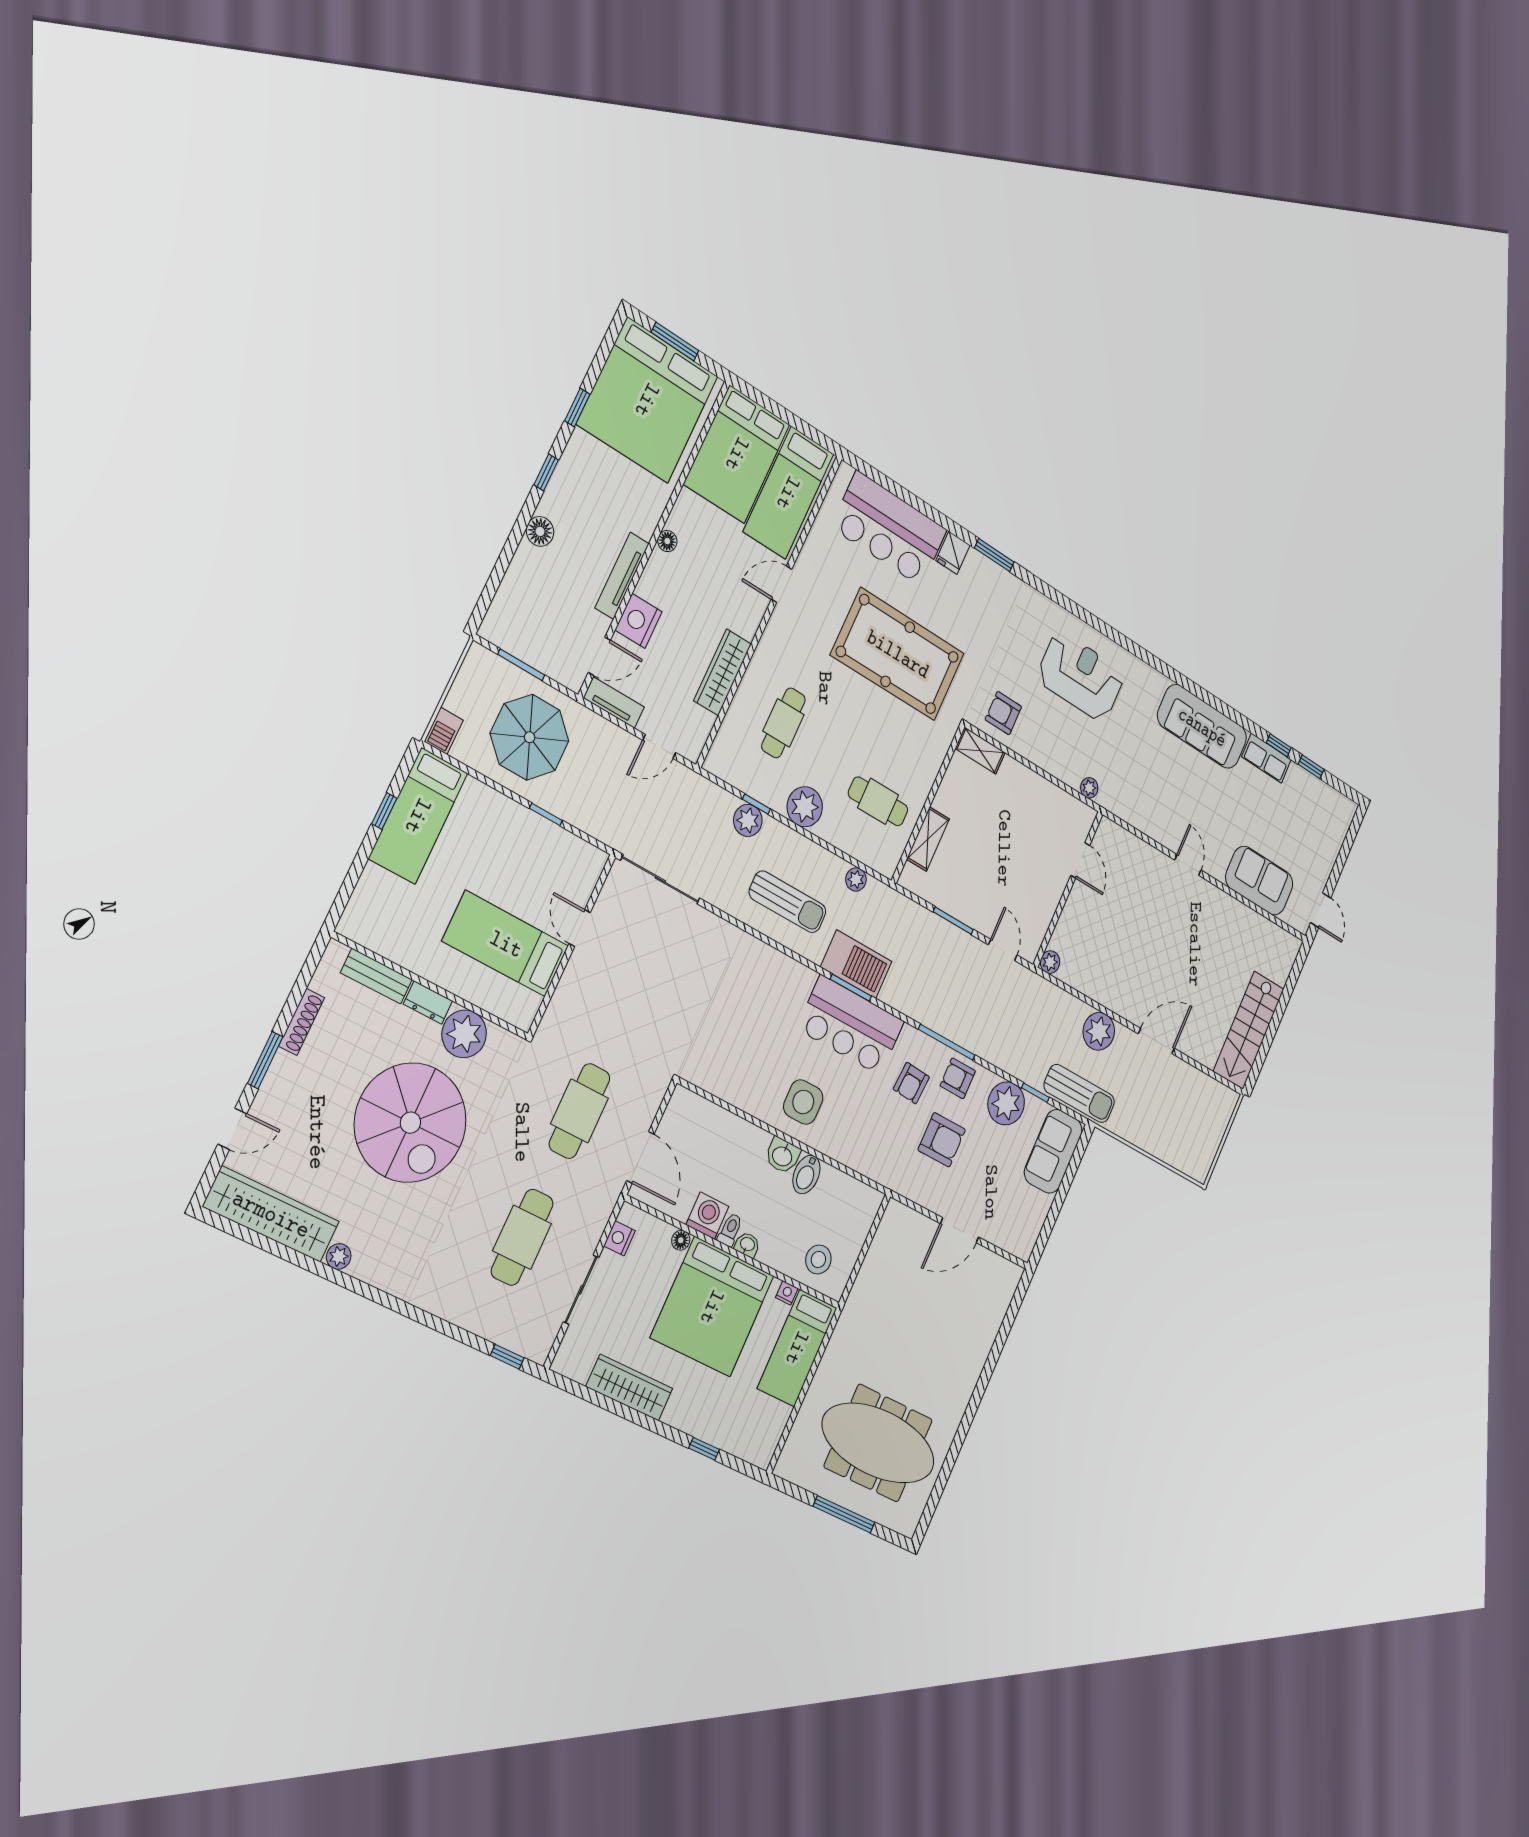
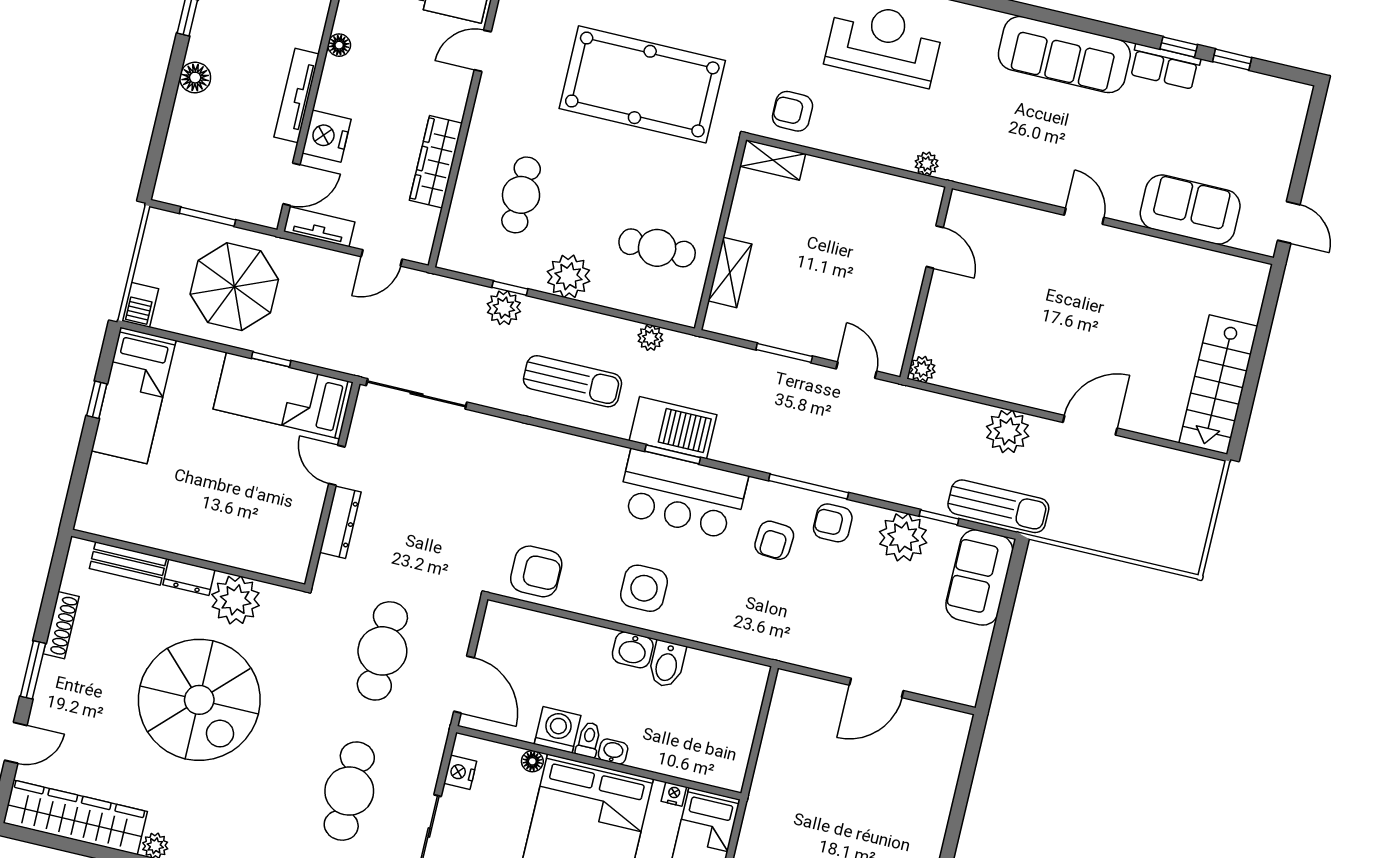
bed: (506, 944) -> (283, 396), moved
dresser: (571, 982) -> (340, 522), added
armchair: (942, 1140) -> (536, 571), moved
stool: (818, 1259) -> (704, 752), removed

